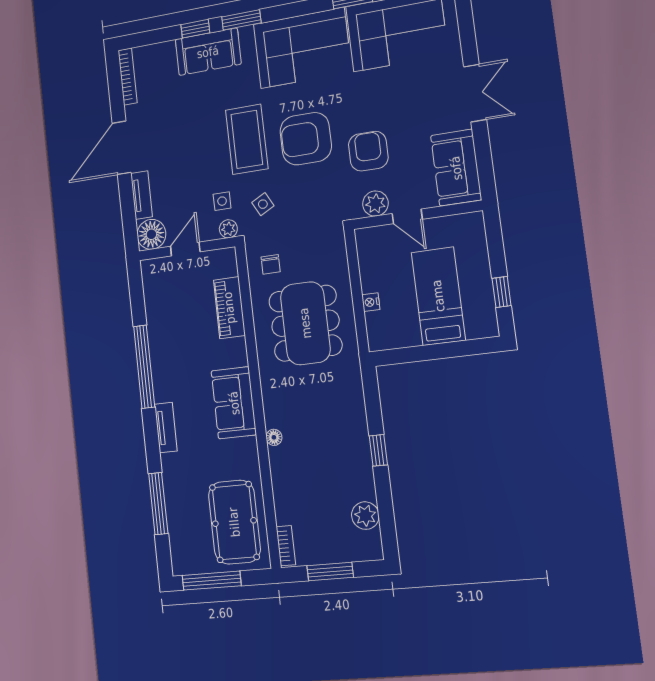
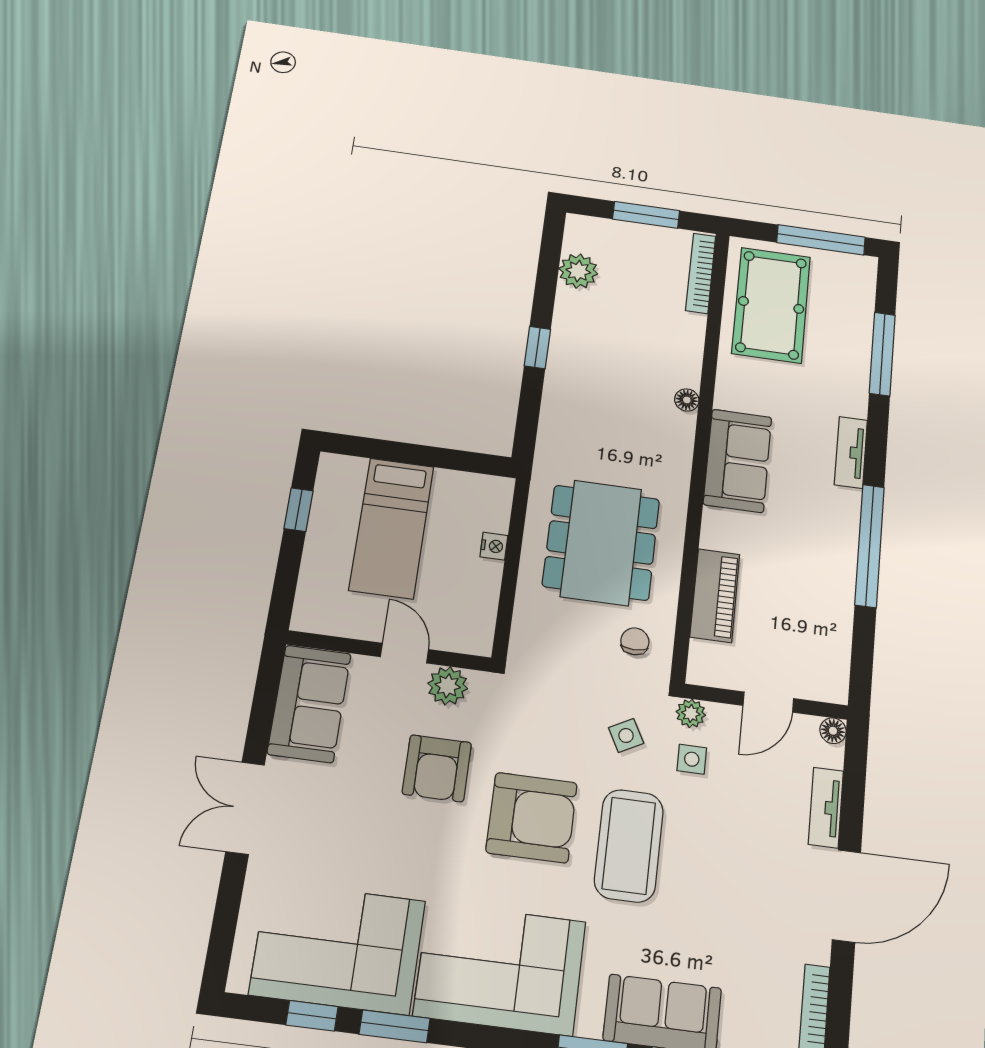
floor lamp: (151, 234) -> (833, 731), width x0.53, depth x0.53
bookcase: (286, 546) -> (701, 273), width x1.56

